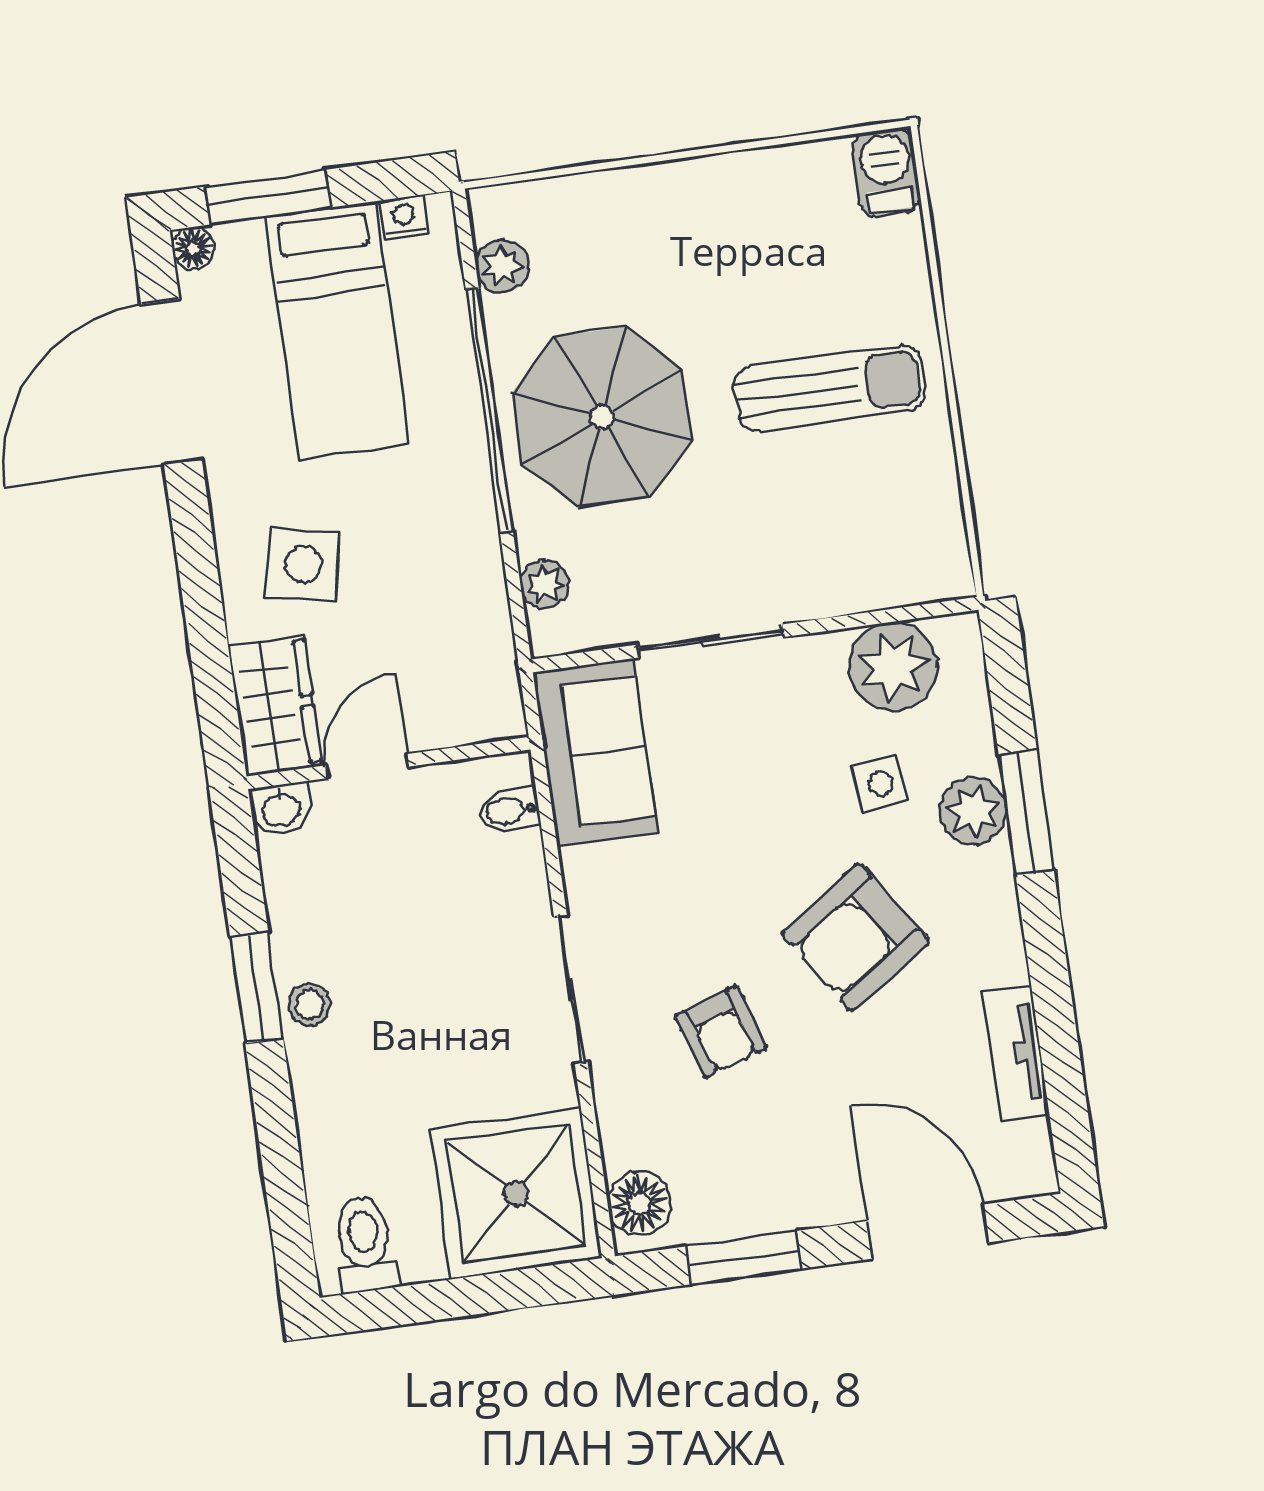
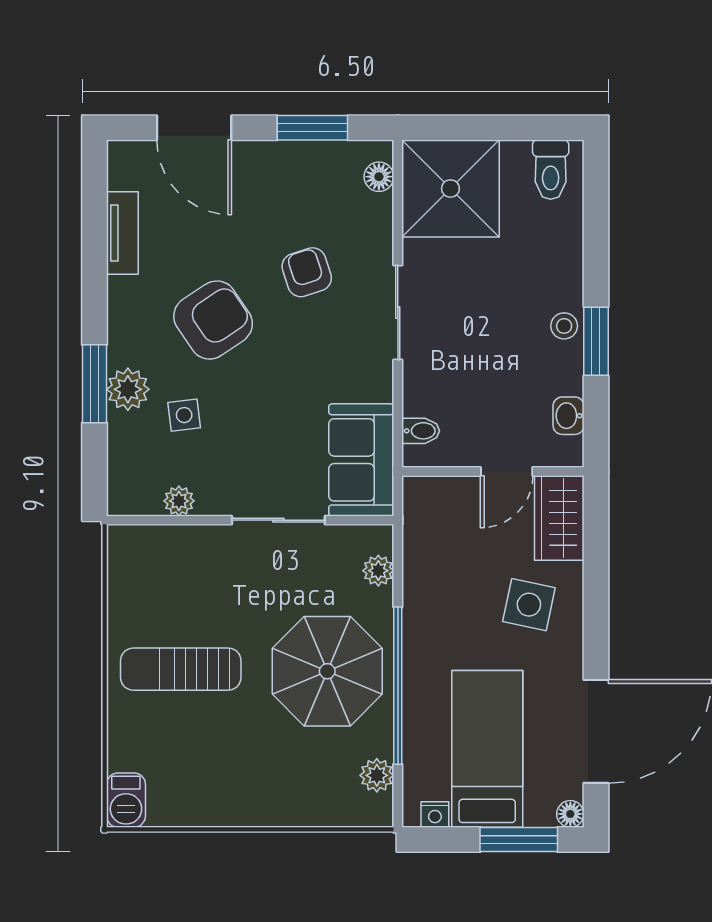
plant: (893, 667) -> (179, 501), width x0.53, depth x0.53
washbasin: (281, 809) -> (569, 416), moved, turned -90
floor lamp: (639, 1203) -> (379, 177), width x0.73, depth x0.73

